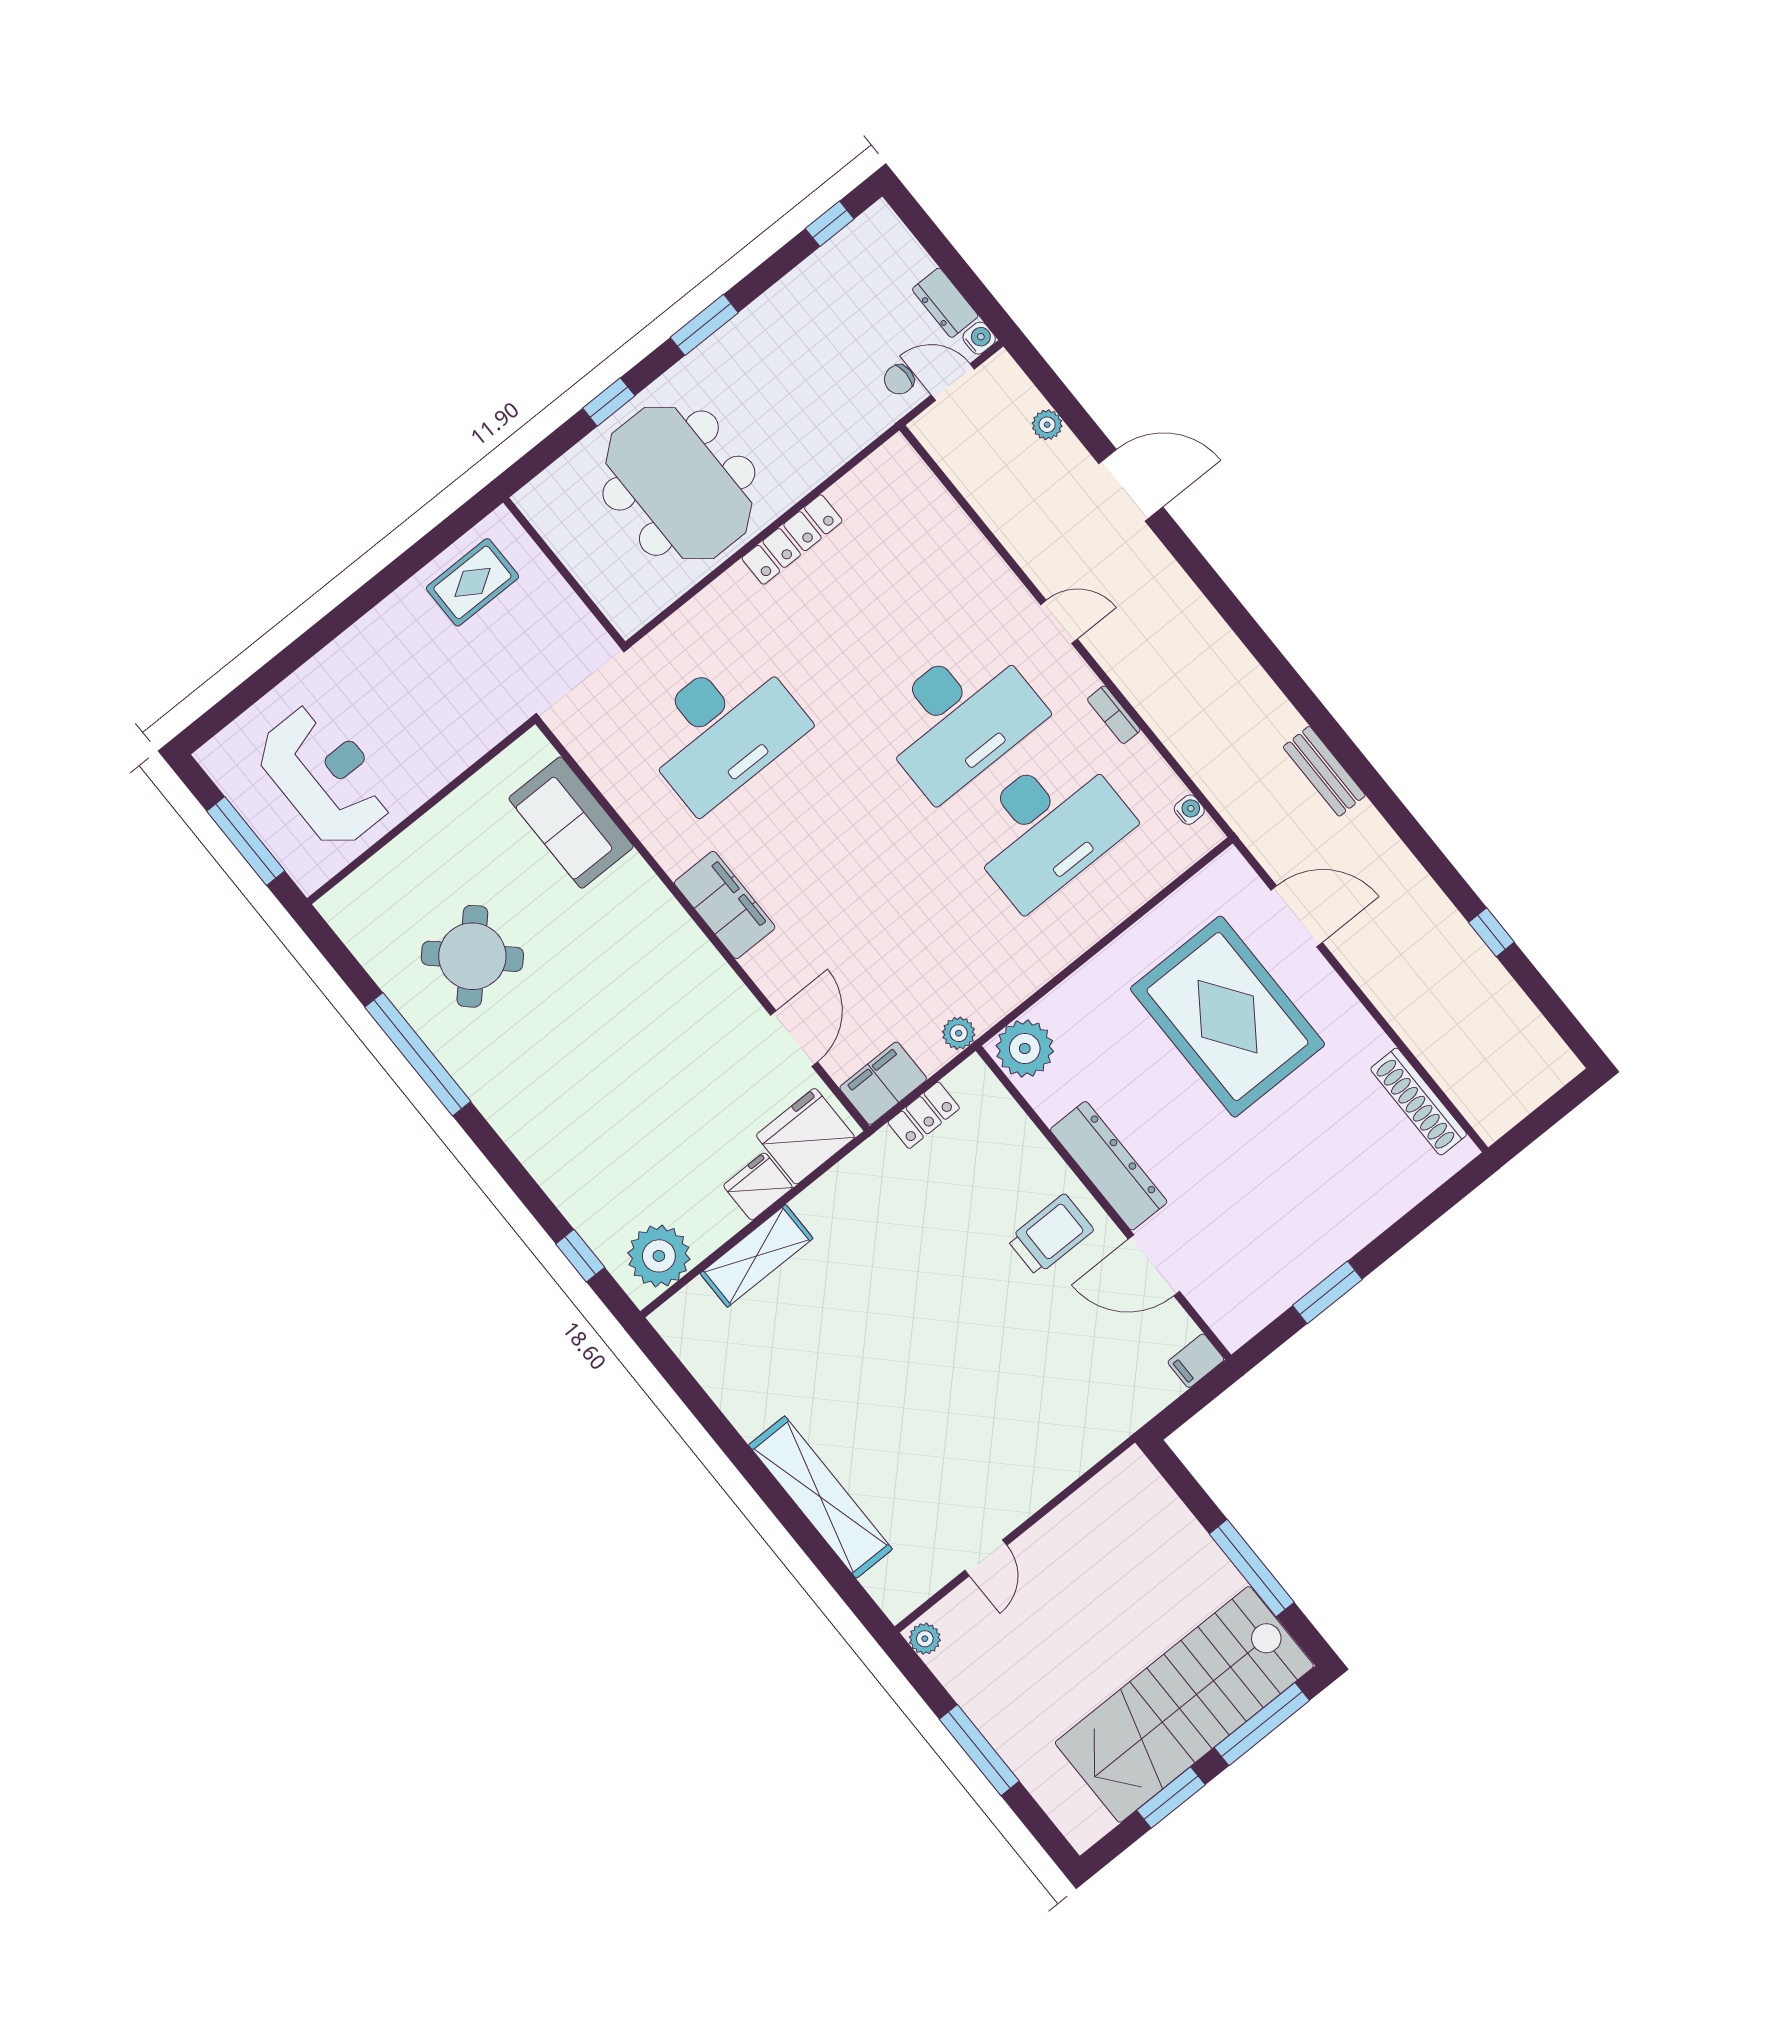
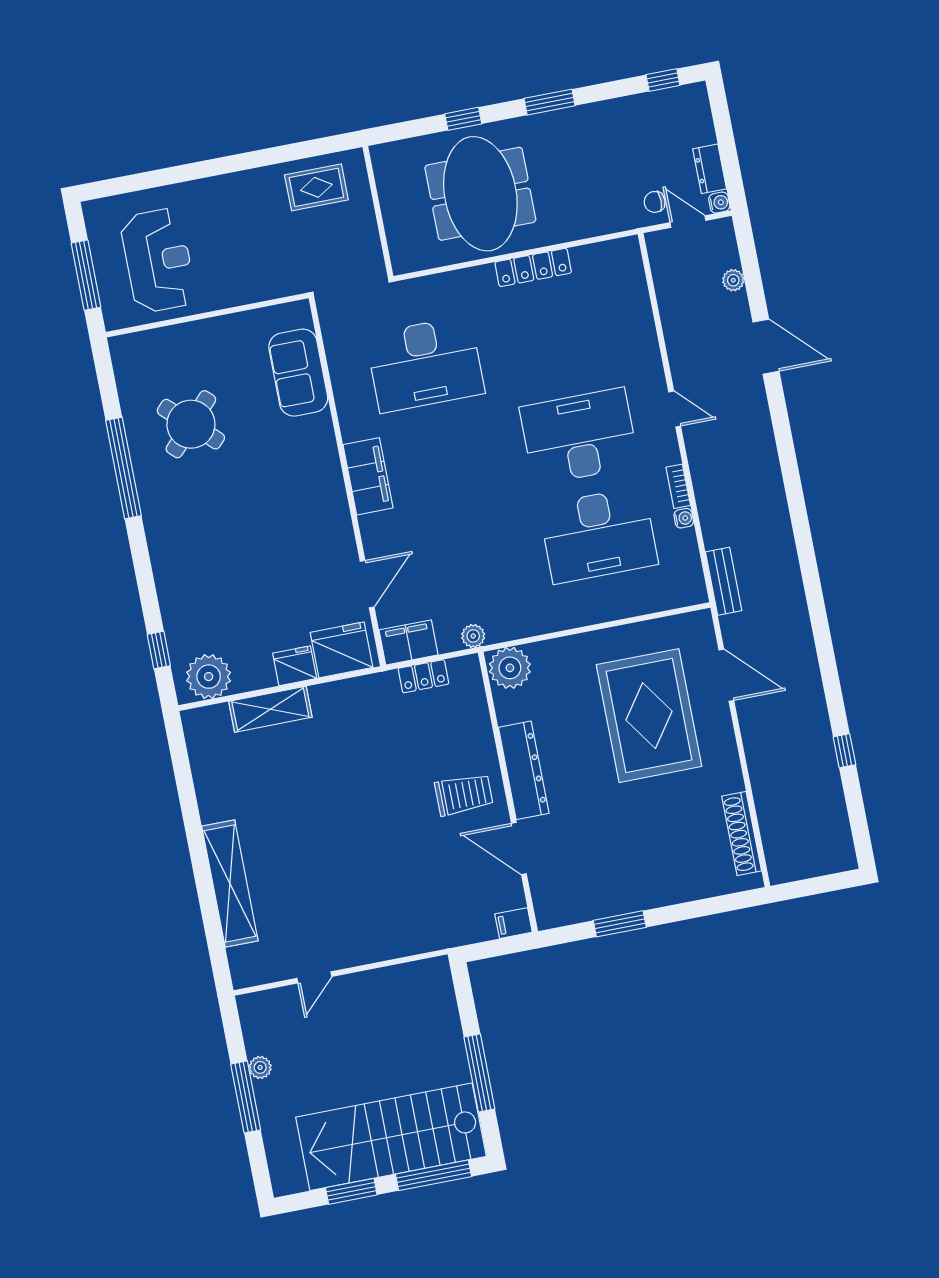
desk: (959, 718) -> (579, 436), turned 180
bench: (1324, 771) -> (724, 581), moved
water cooler: (1189, 810) -> (684, 518), moved
plant: (925, 1639) -> (260, 1067), moved

